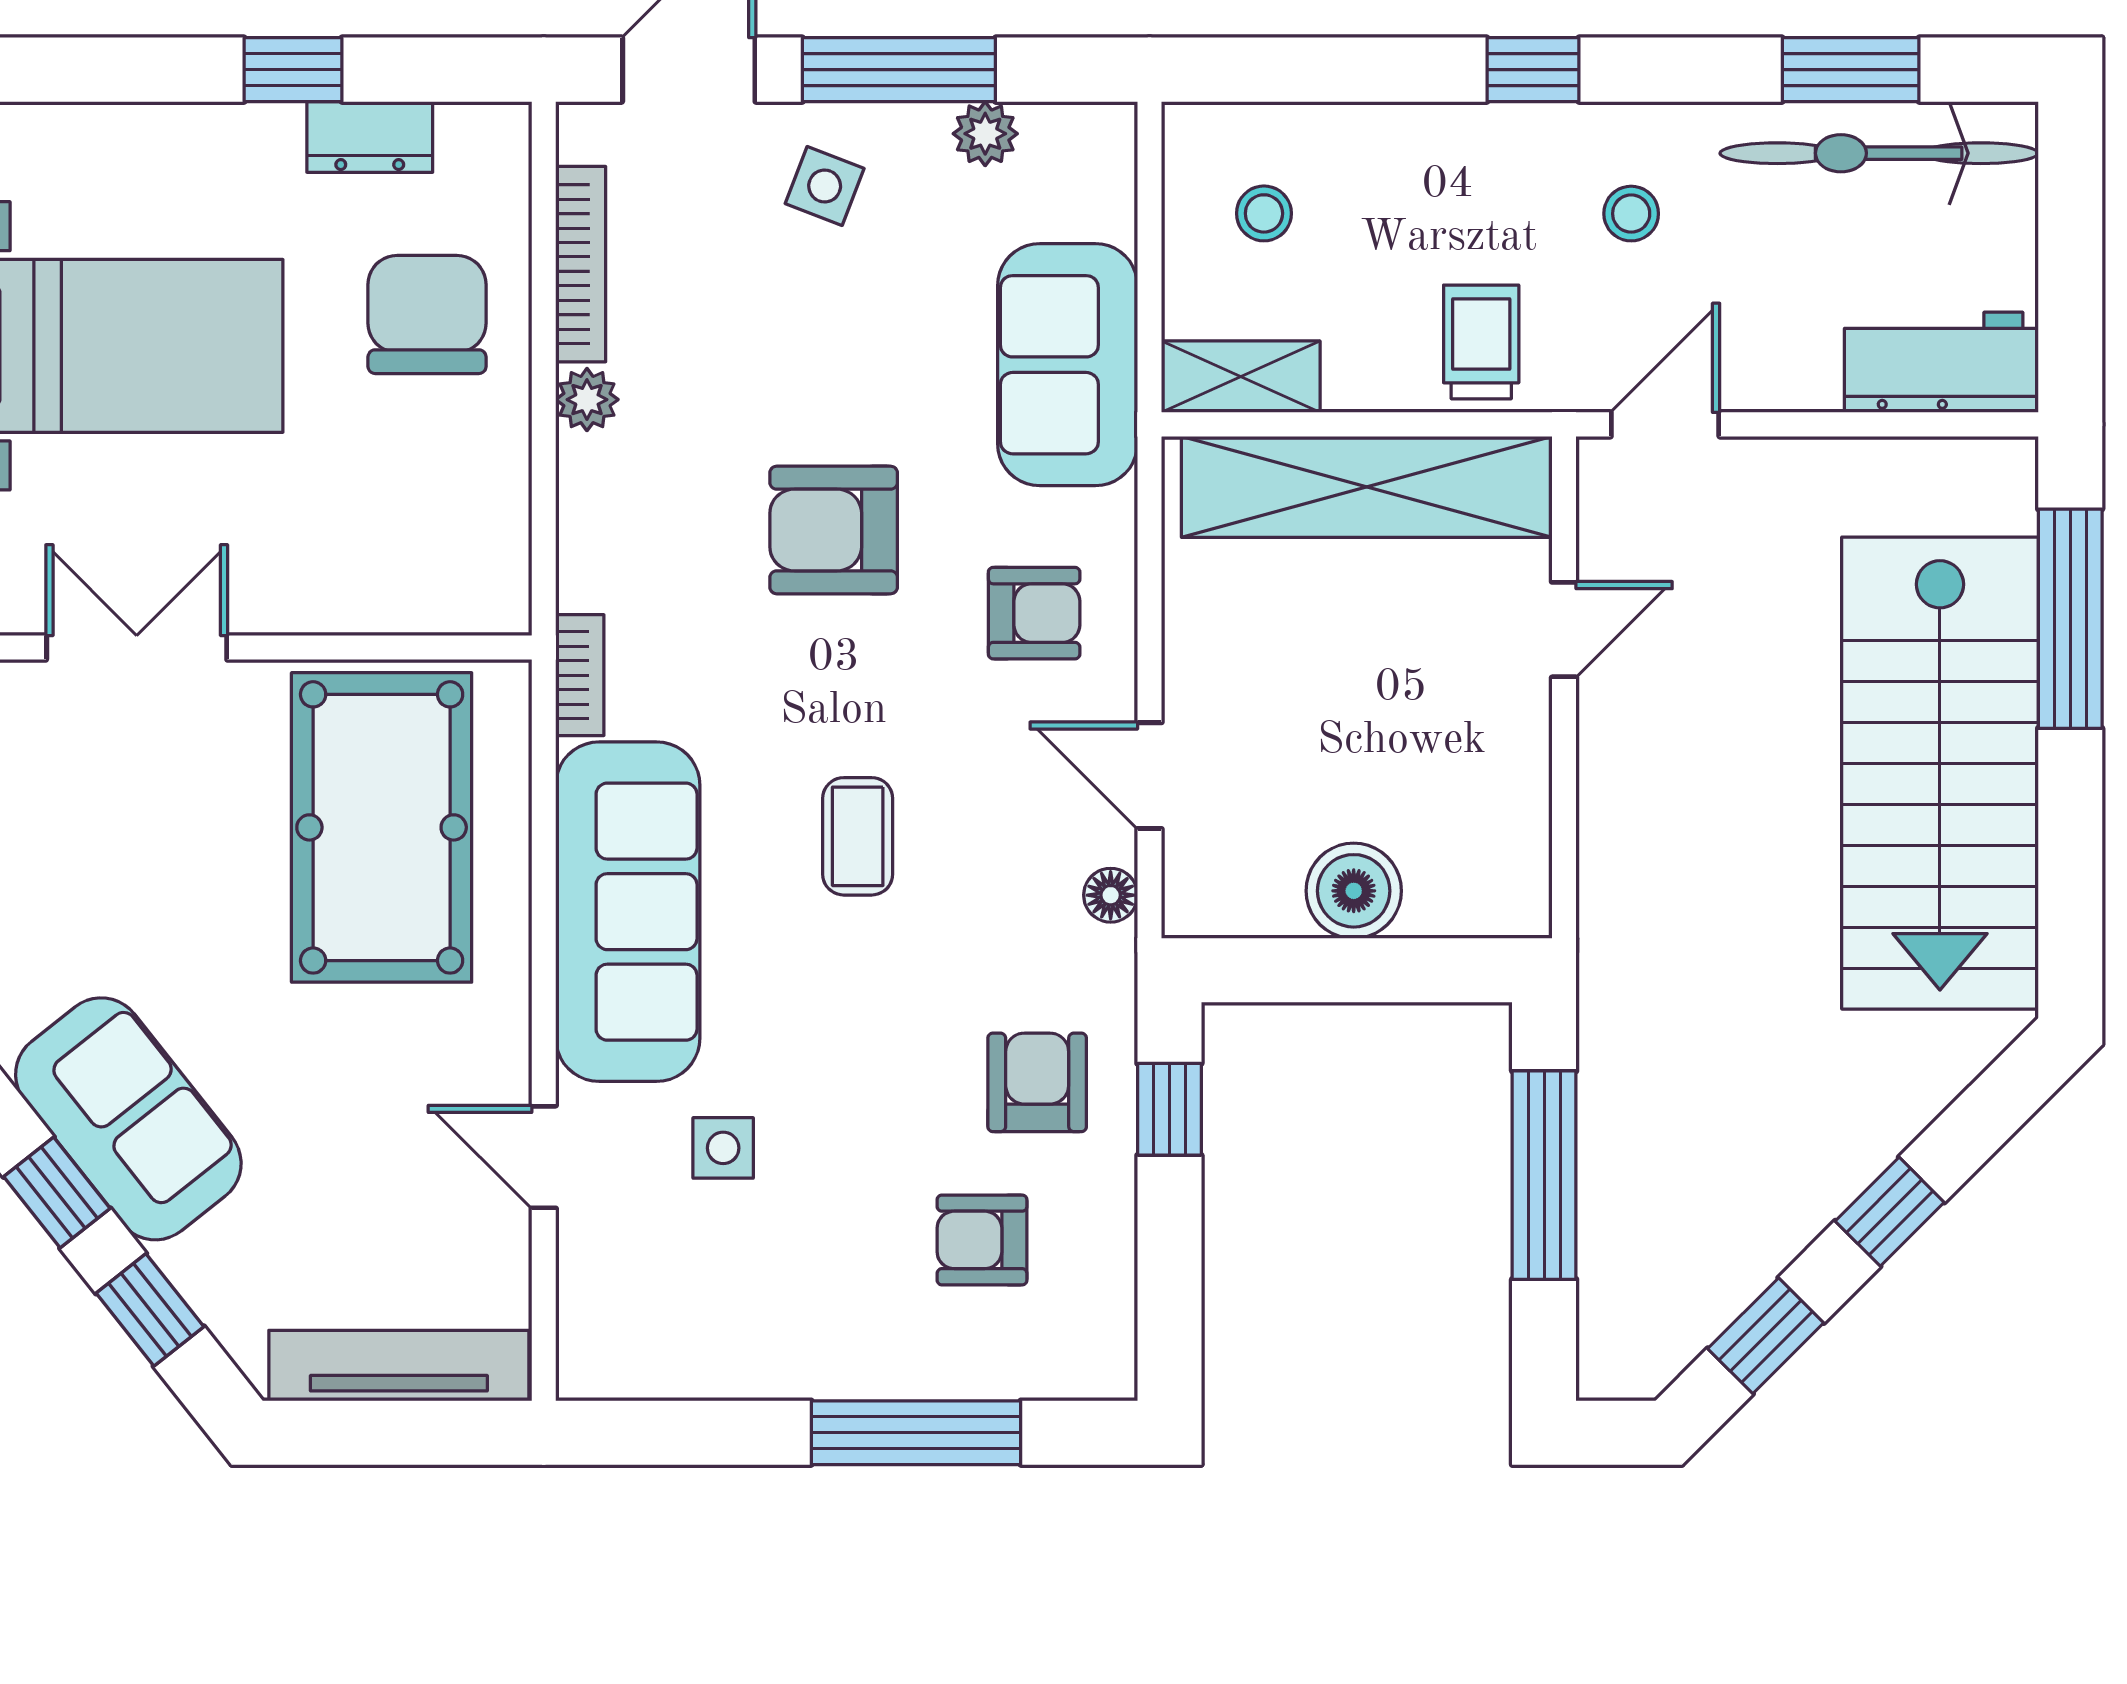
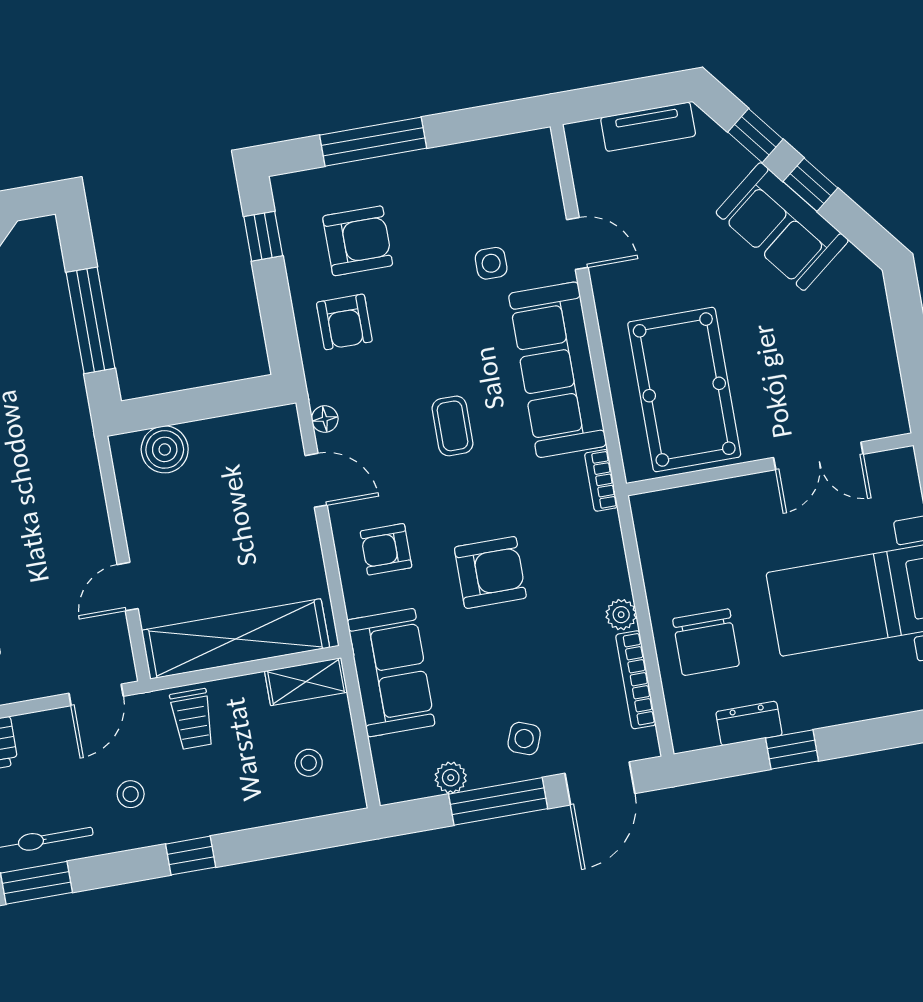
boiler: (1354, 891) -> (165, 449), moved
window: (1169, 1109) -> (263, 236), moved
armchair: (982, 1240) -> (358, 241), width x1.38, depth x1.38
tv unit: (399, 1366) -> (648, 127), width x0.71

